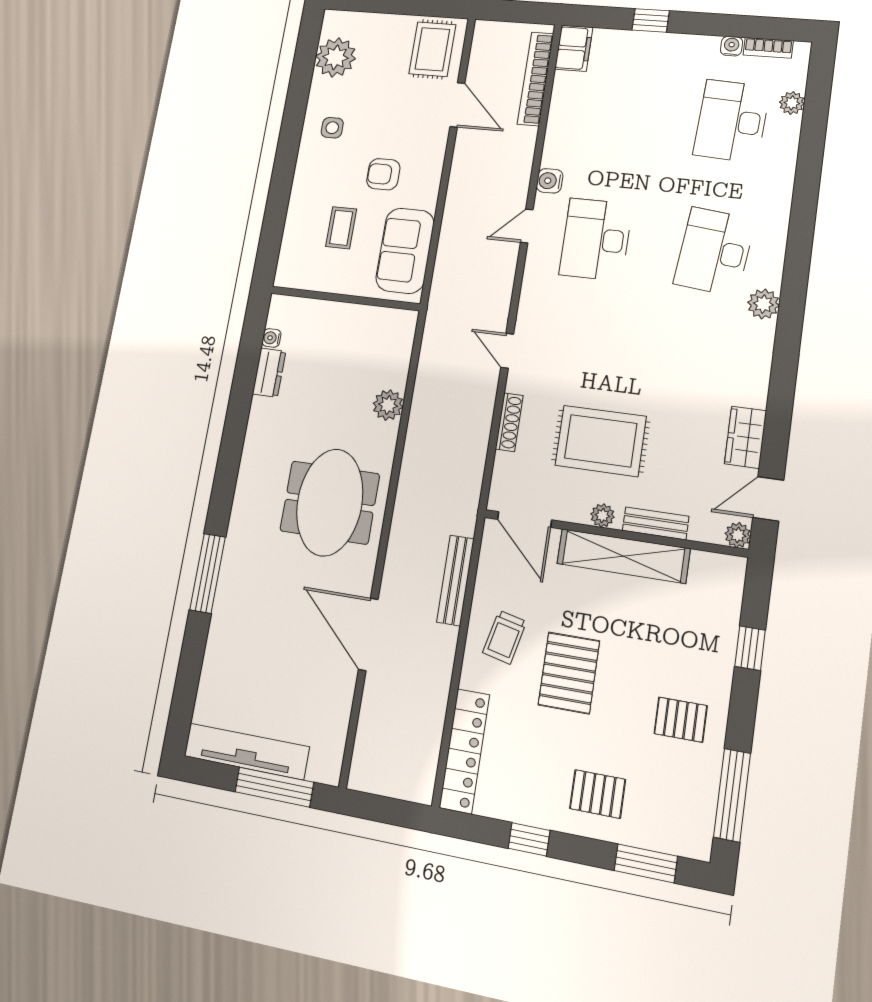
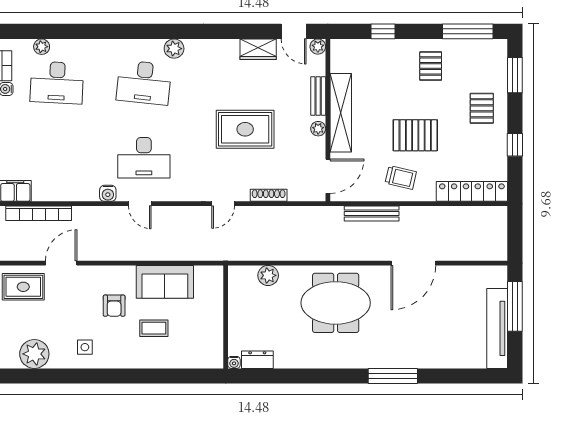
wall: (345, 298) -> (226, 317), moved
rug: (601, 441) -> (245, 129), moved, turned 90

